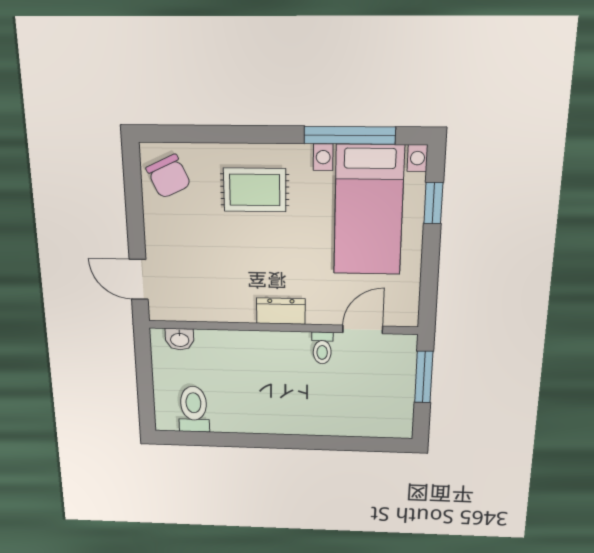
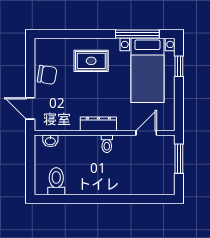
chair: (168, 176) -> (47, 75), moved, turned -56
dresser: (281, 311) -> (98, 124), width x1.44
toilet: (322, 348) -> (107, 144), moved

